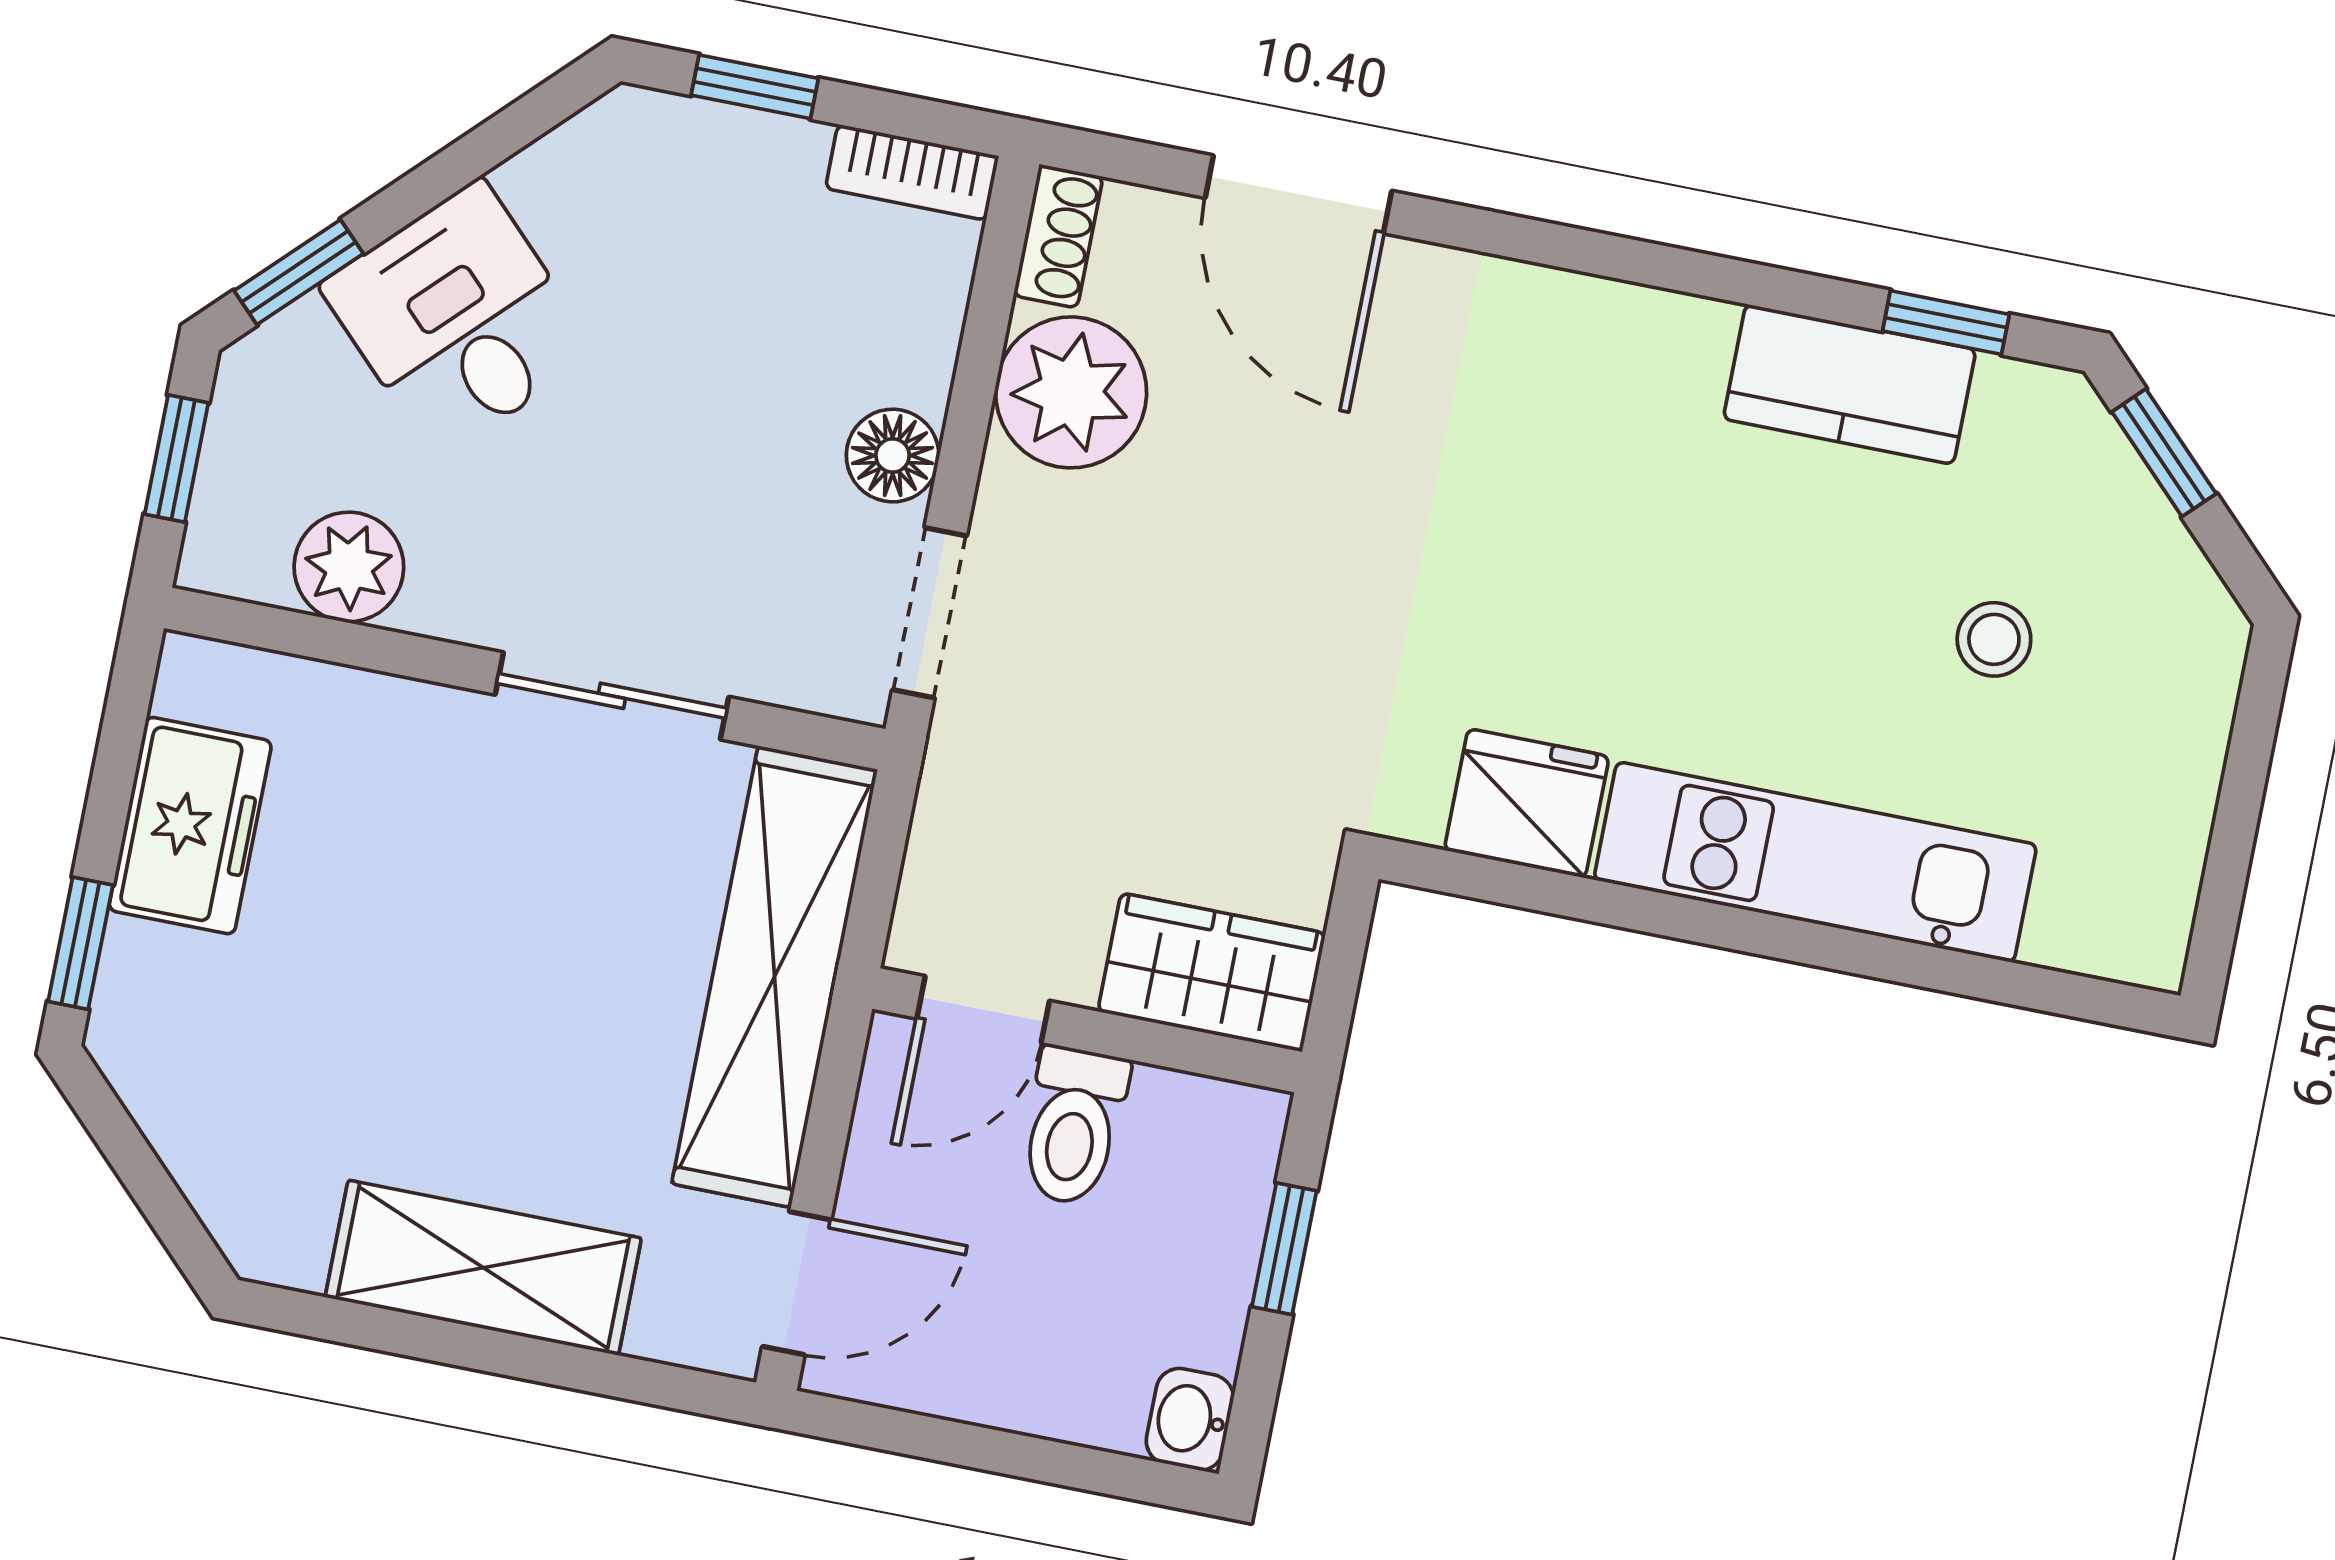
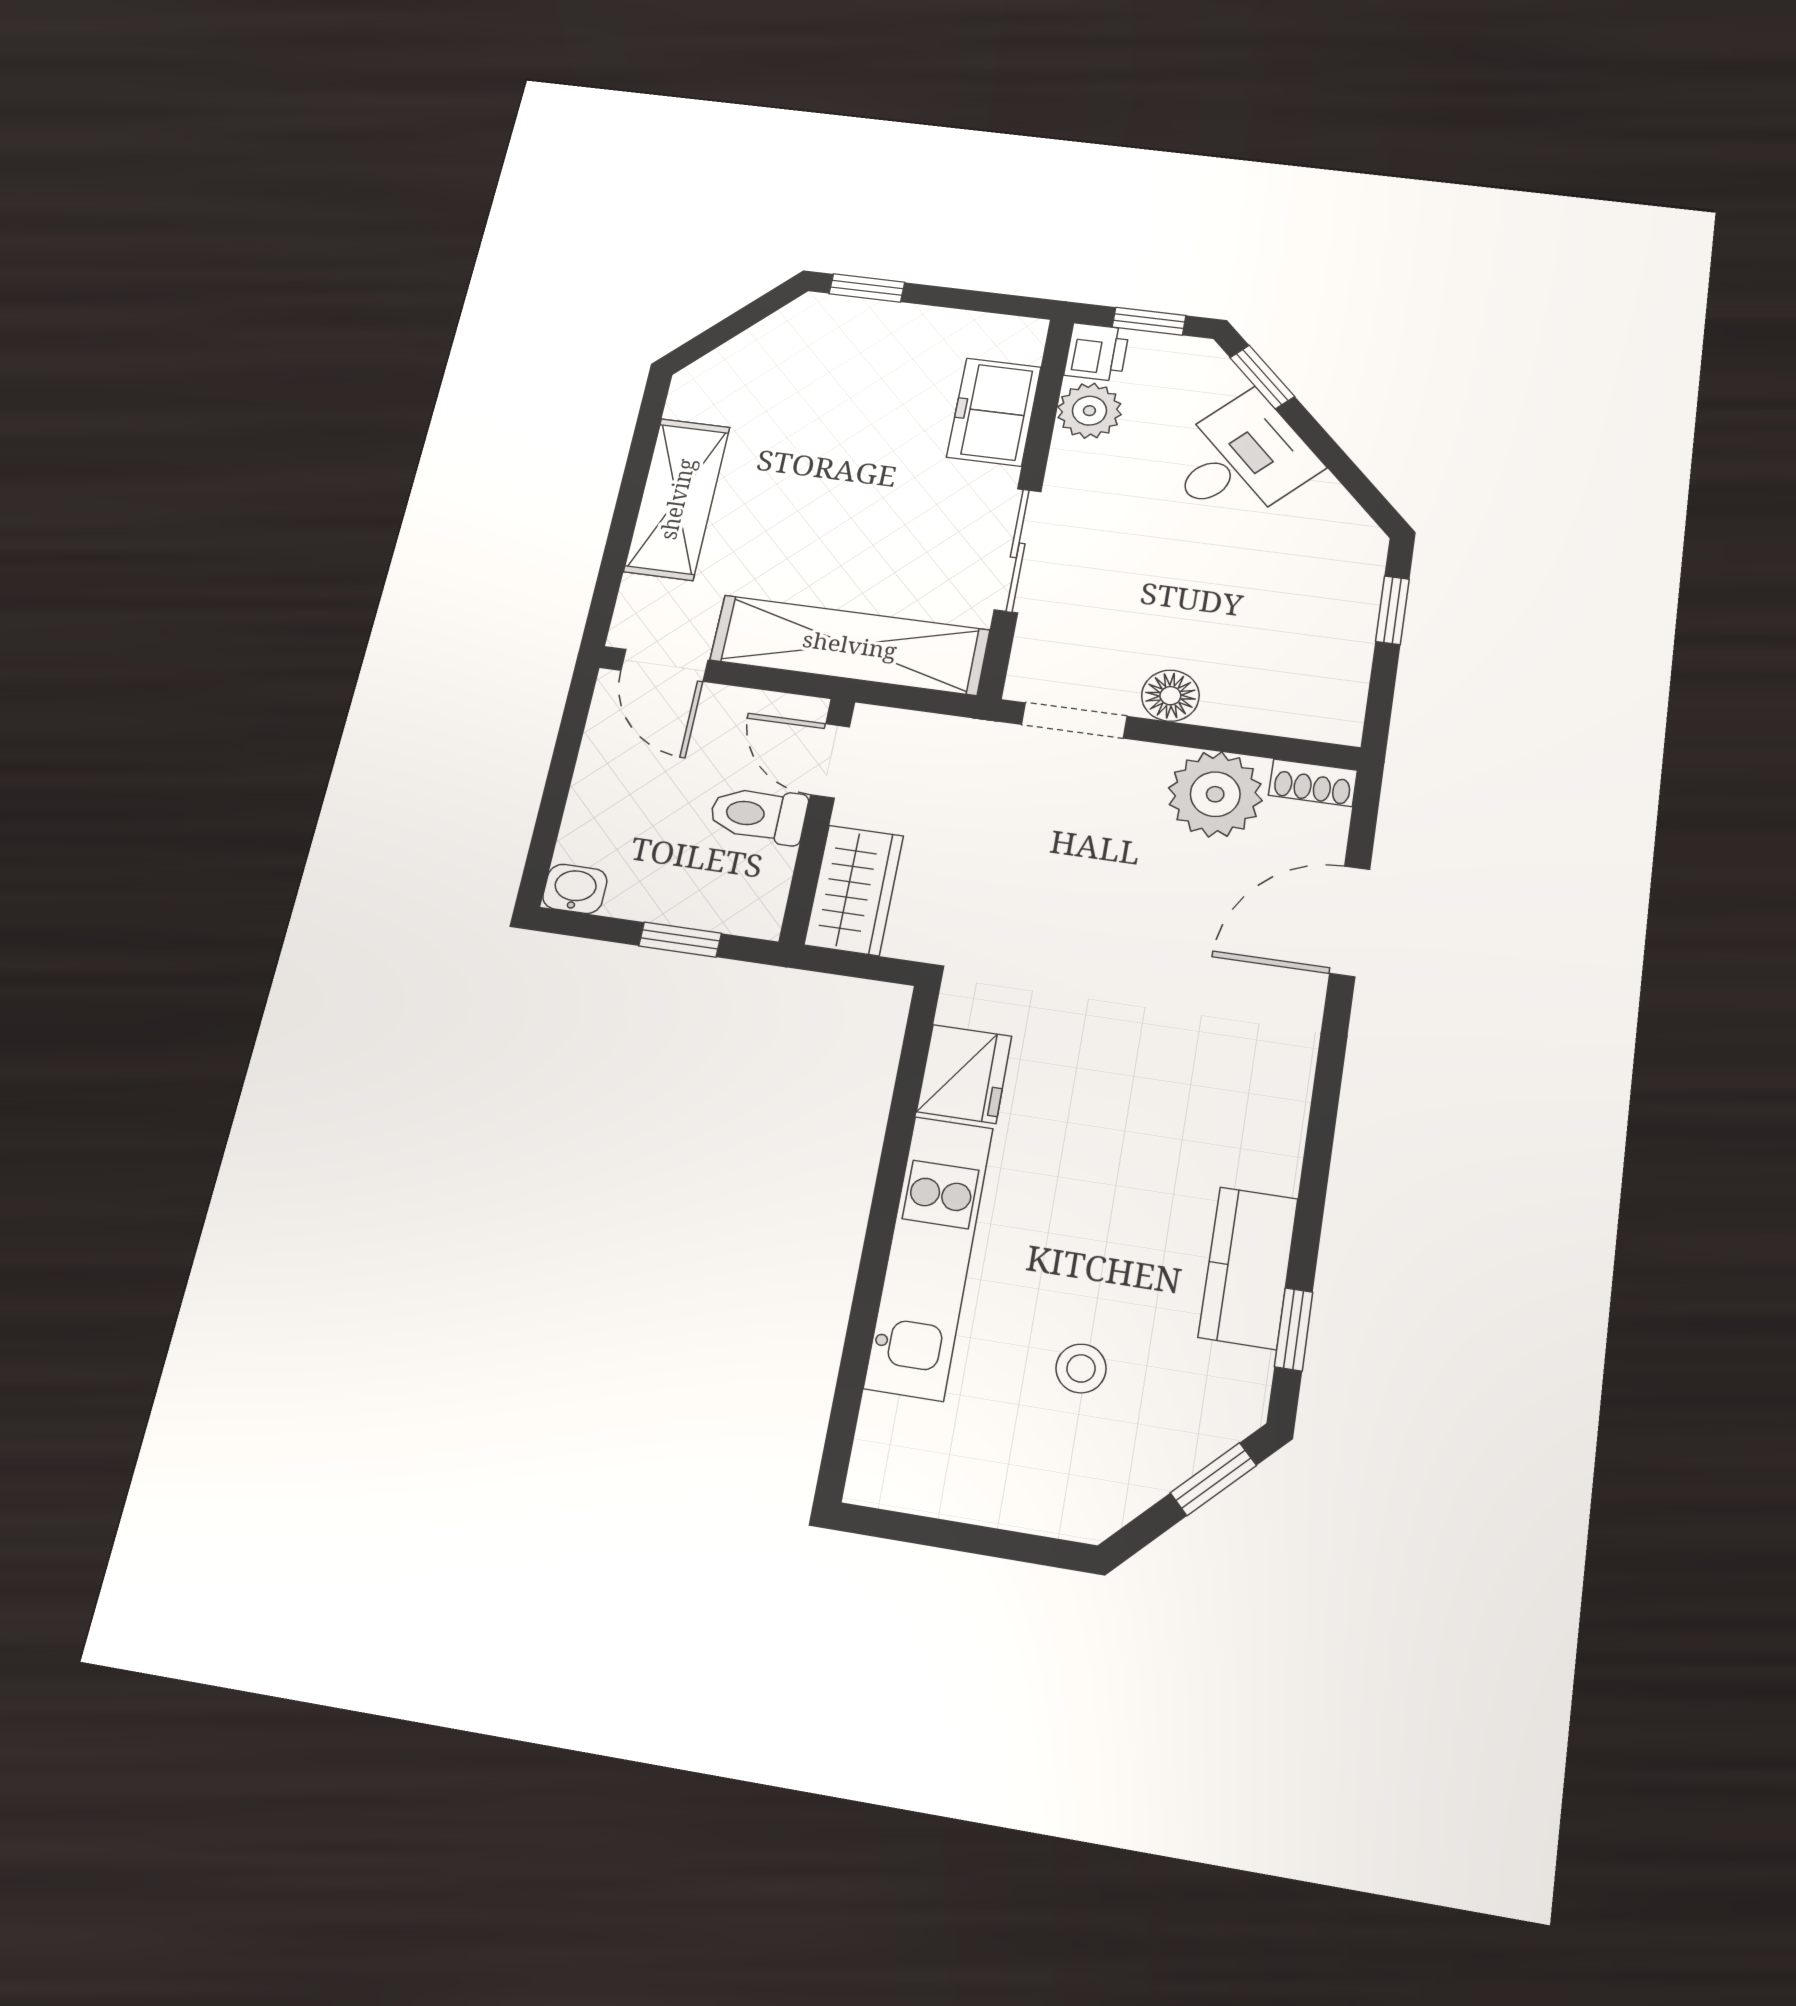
bookcase: (912, 172) -> (1347, 699), removed
printer: (233, 551) -> (1097, 352), added
freezer: (190, 826) -> (994, 412), moved, turned 90

